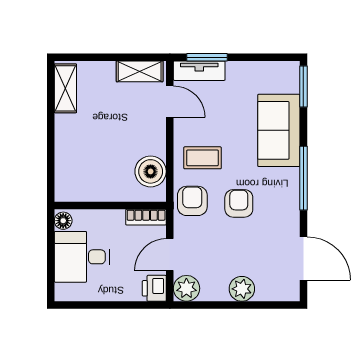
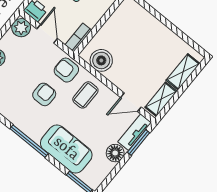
floor lamp: (239, 73) -> (115, 153), added
shelving: (65, 88) -> (183, 72), moved, turned 90
armchair: (192, 201) -> (66, 70), turned 180
armchair: (239, 203) -> (44, 94), turned -90

